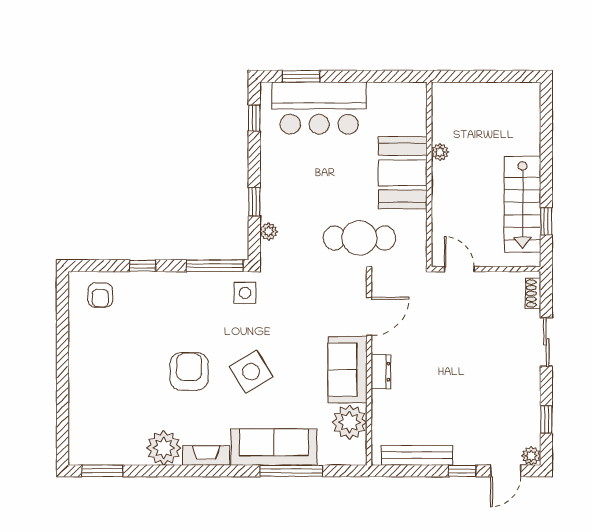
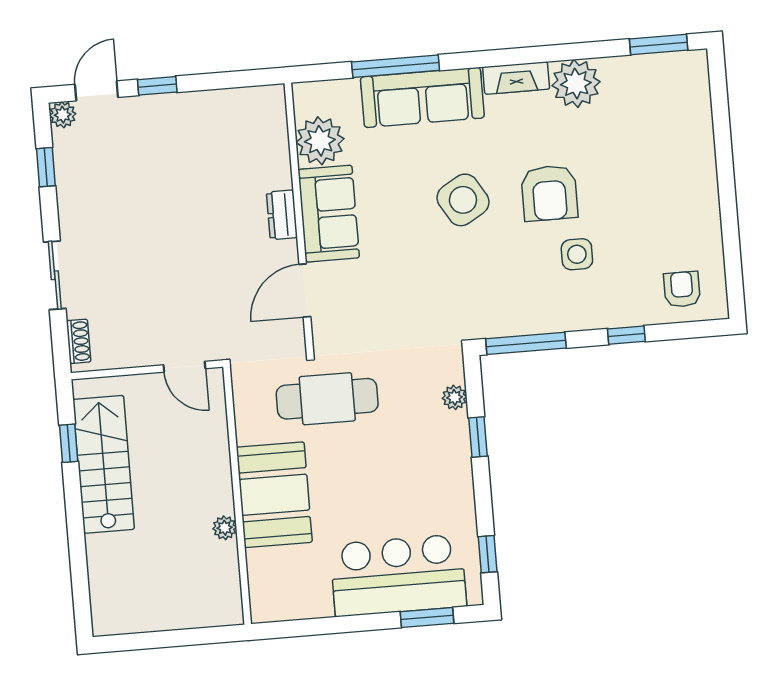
side table: (245, 293) -> (577, 254), moved
bench: (417, 455) -> (222, 102), removed

